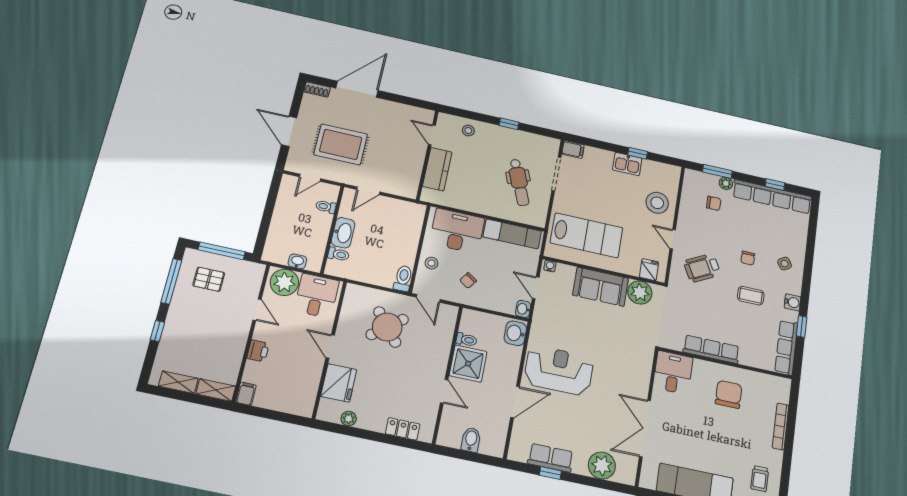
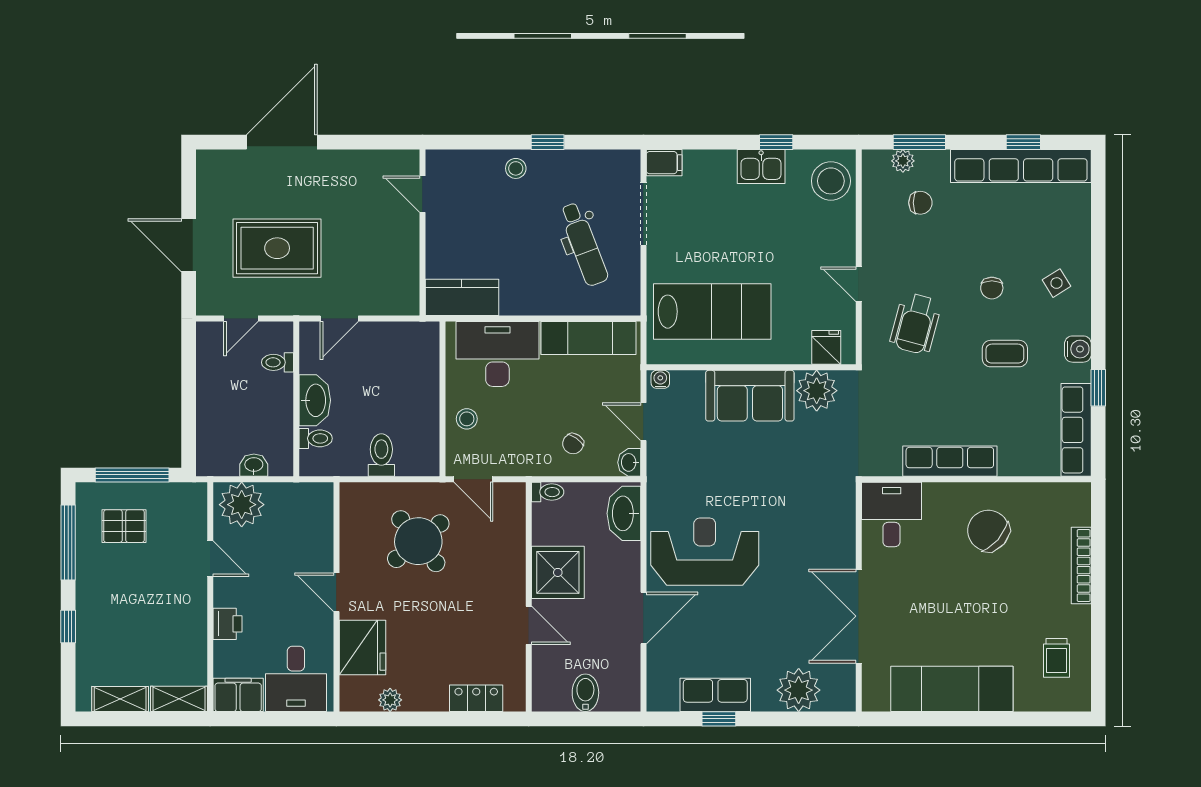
shoe rack: (317, 90) -> (217, 159), removed
stool: (468, 131) -> (516, 168), moved
kitchen counter: (437, 169) -> (462, 297), moved, turned -90
plant: (726, 183) -> (903, 161), moved
stool: (657, 203) -> (831, 181), moved
wheelchair: (702, 268) -> (916, 324), turned -47
toilet: (403, 278) -> (381, 455), moved
chair: (468, 281) -> (573, 444), moved
desk: (317, 296) -> (296, 679), moved, turned 180
washbasin: (515, 333) -> (624, 513), width x1.38
toilet: (466, 340) -> (548, 492), moved
filing cabinet: (246, 394) -> (238, 695), width x2.00
chair: (729, 394) -> (988, 531), turned -49

